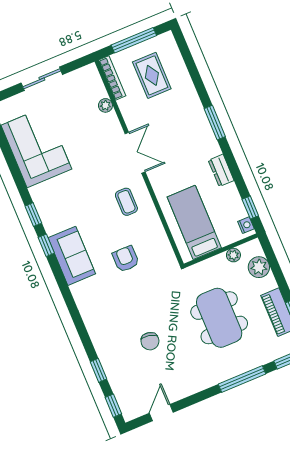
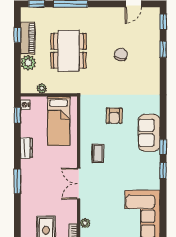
plant: (259, 267) -> (28, 63), moved

